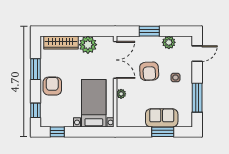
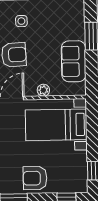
sofa: (162, 118) -> (74, 61), moved

